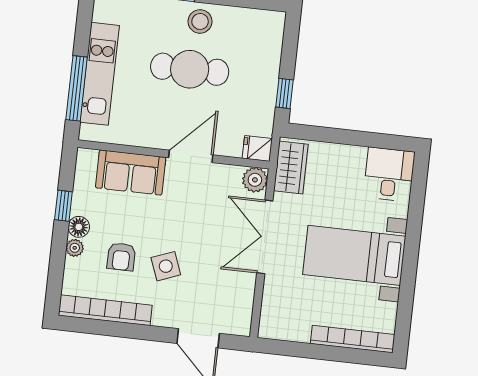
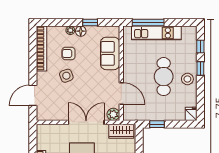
fridge: (257, 148) -> (191, 114), moved
door: (191, 156) -> (121, 94), moved

